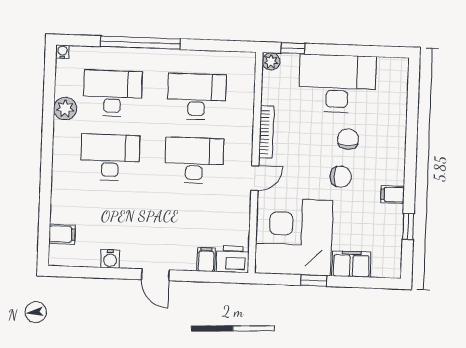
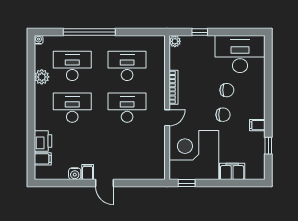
window: (293, 48) -> (200, 32), moved
desk: (337, 84) -> (240, 54), moved
chair: (348, 139) -> (227, 90), turned 90
printer: (233, 259) -> (43, 141), moved, turned 90
filing cabinet: (206, 260) -> (88, 172), moved
window: (314, 281) -> (187, 183), moved

